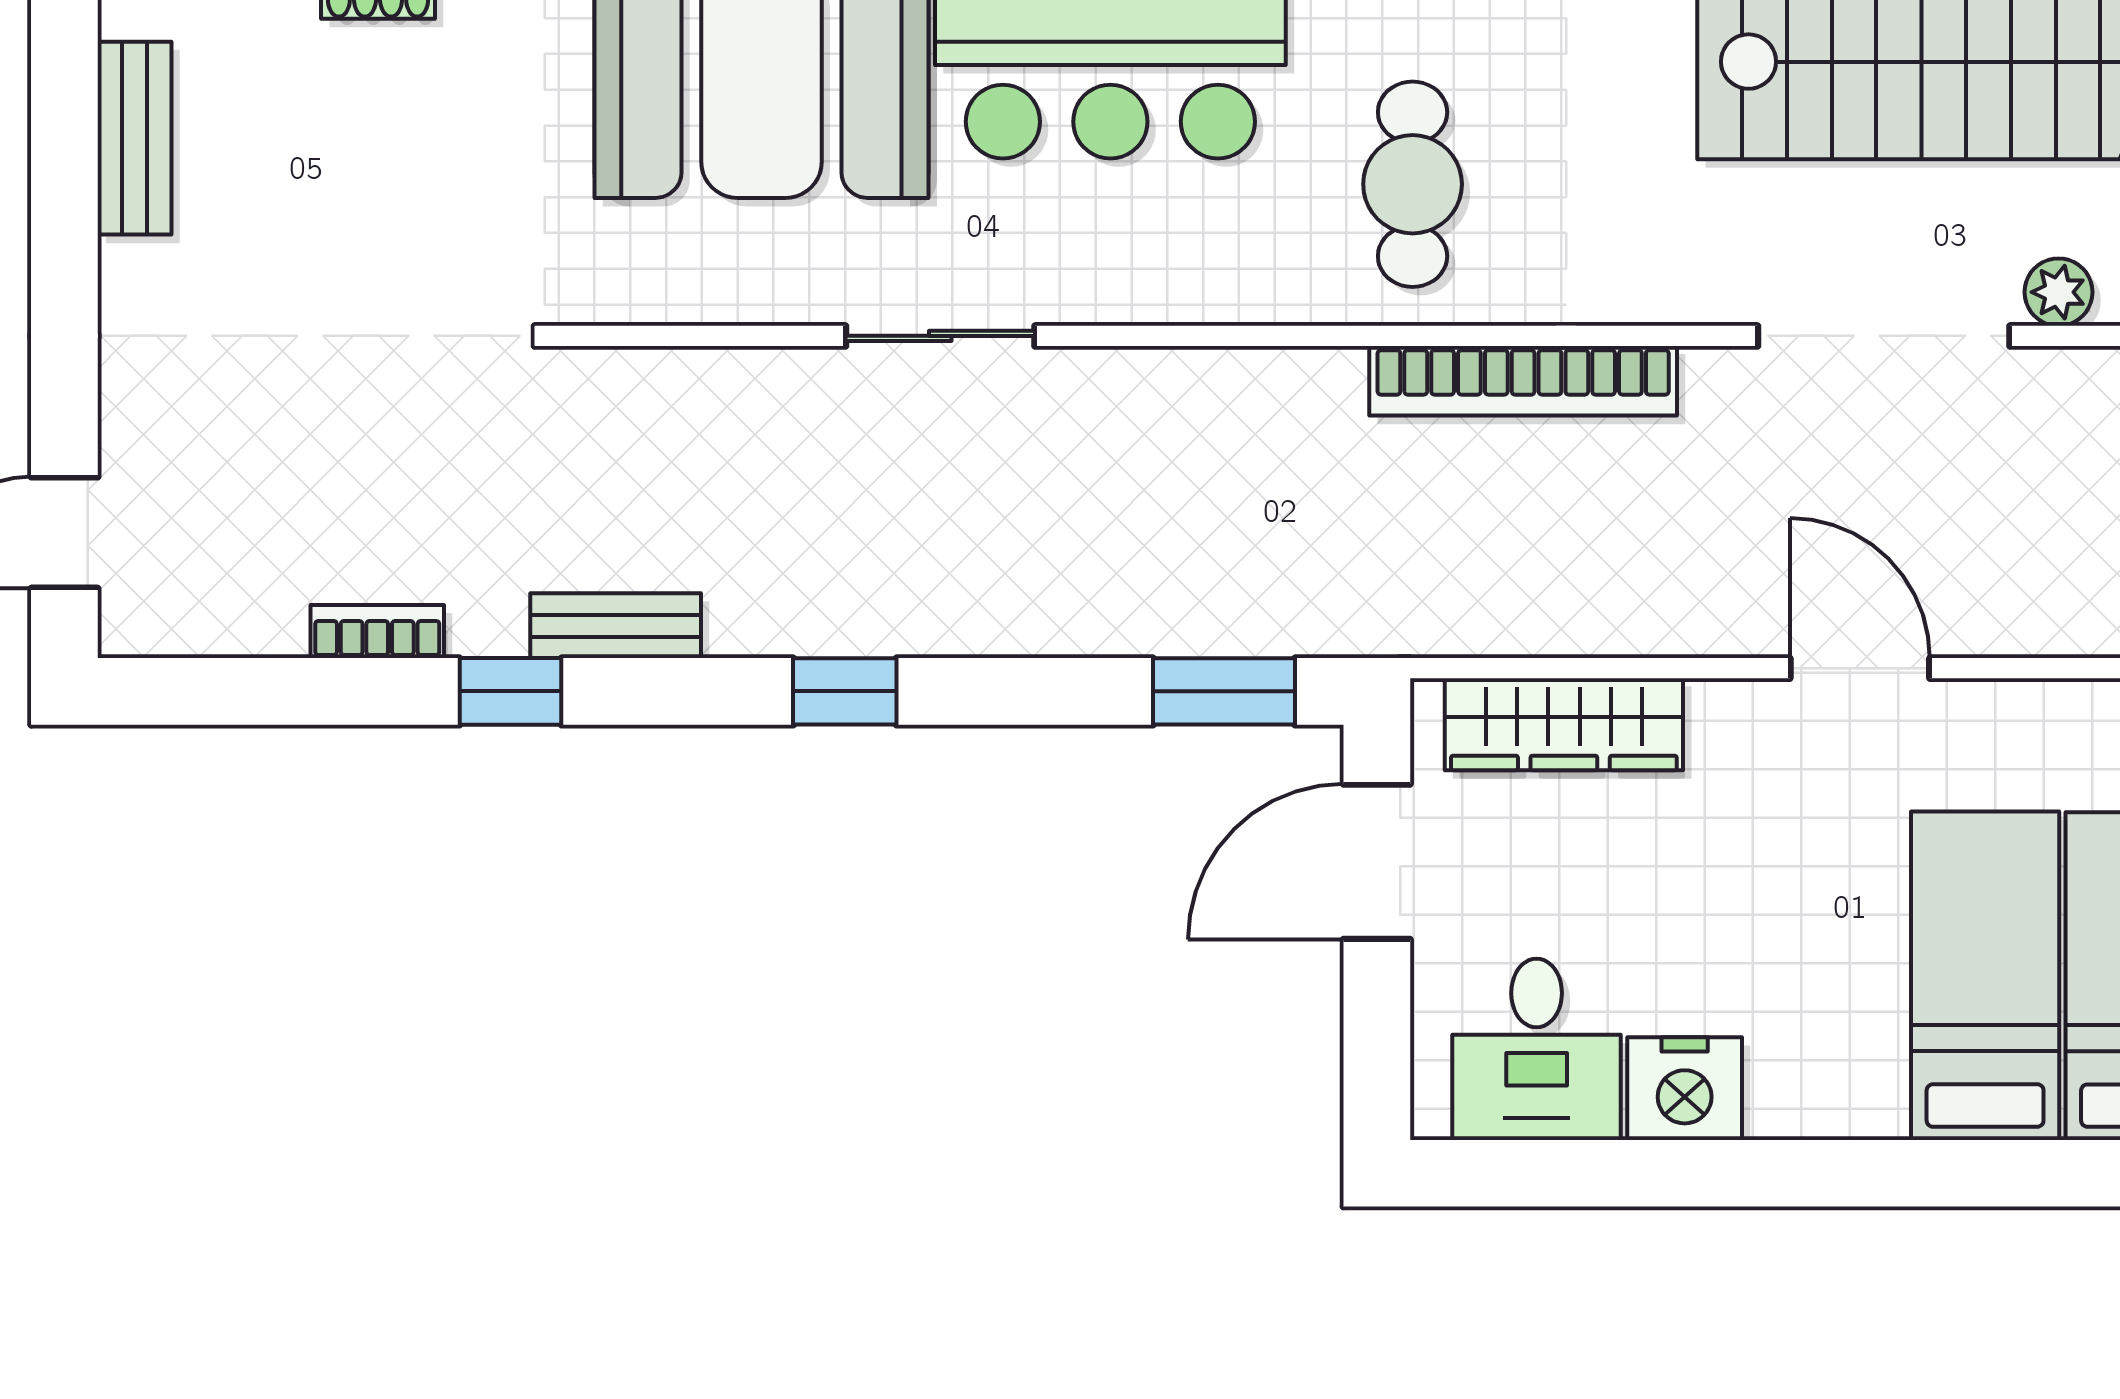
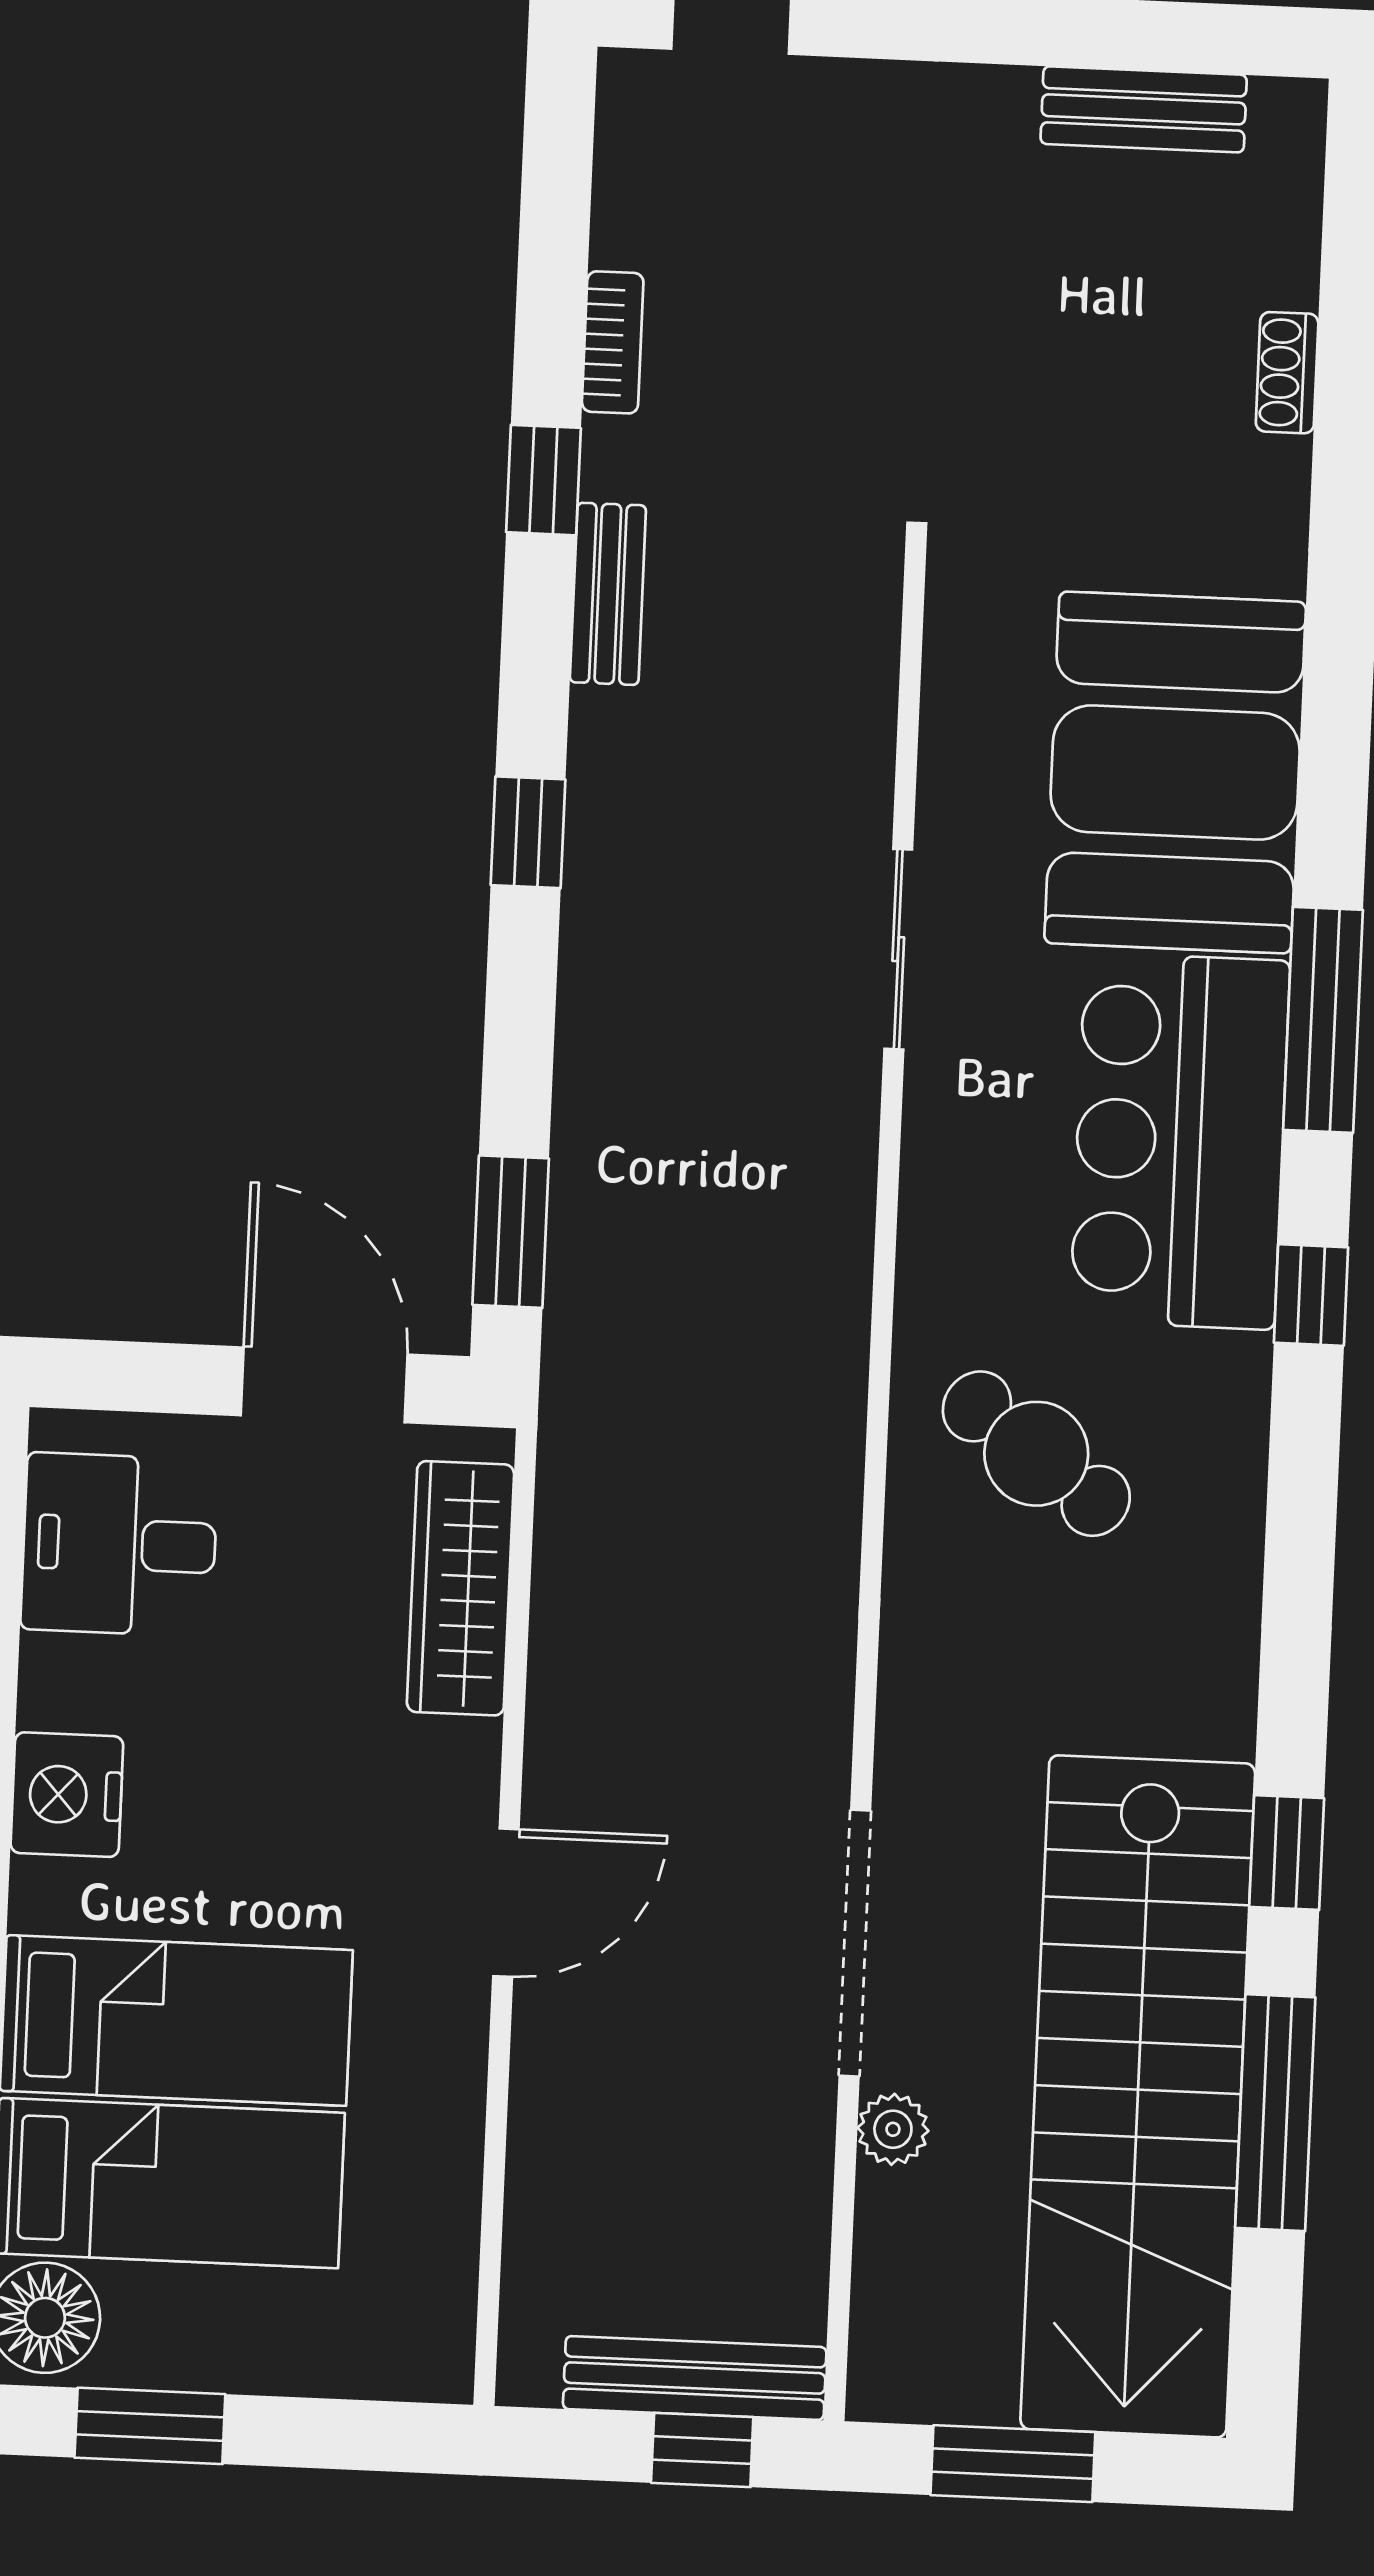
cafe table: (1413, 184) -> (1036, 1454), turned 36
bookcase: (1523, 381) -> (824, 1561), removed
nightstand: (1685, 1089) -> (67, 1795), moved

